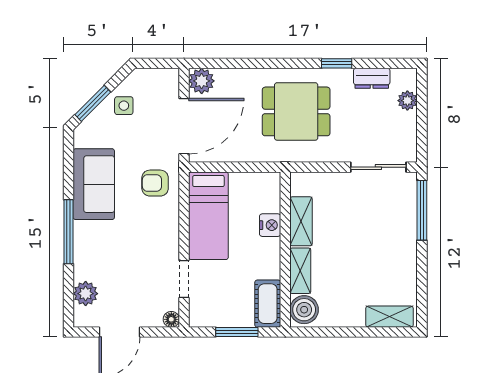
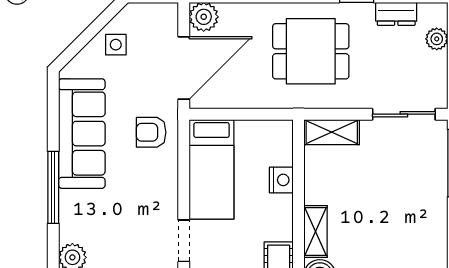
window: (93, 103) -> (81, 42), removed
sofa: (94, 184) -> (82, 134), width x1.36
shelving: (301, 221) -> (332, 132), moved, turned 90

